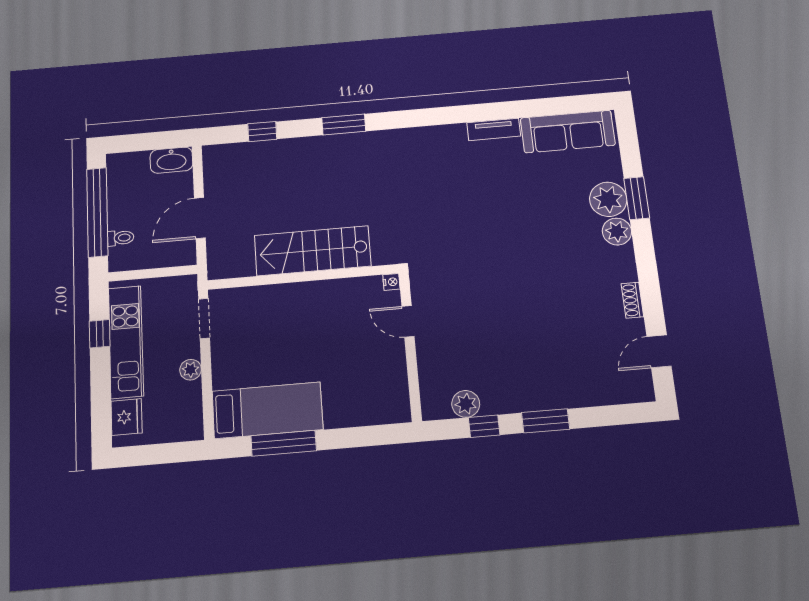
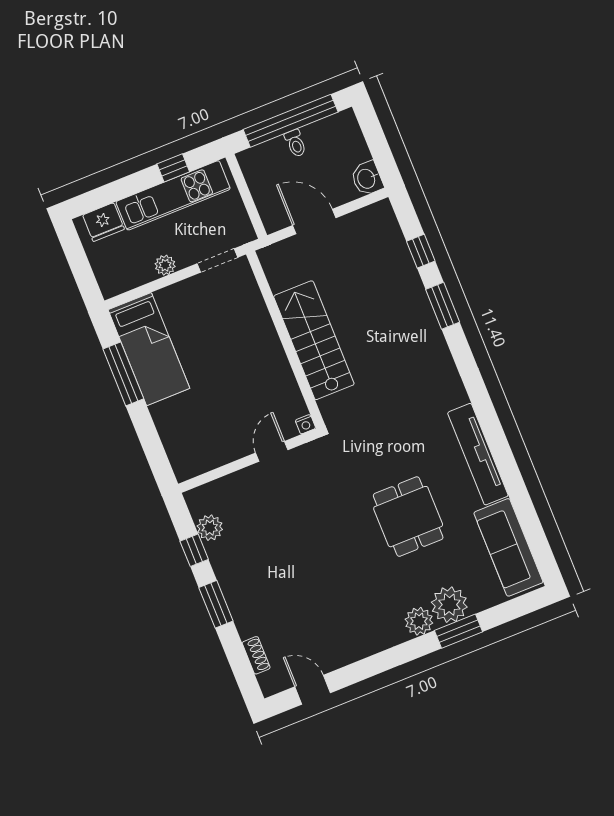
window: (344, 124) -> (443, 306), moved
tv unit: (494, 129) -> (478, 454), width x1.92, depth x1.29
washbasin: (171, 160) -> (367, 179), width x0.72
dining table: (511, 213) -> (408, 517), added
toilet: (121, 238) -> (295, 143), moved
shoe rack: (632, 300) -> (256, 655), moved, turned 90

